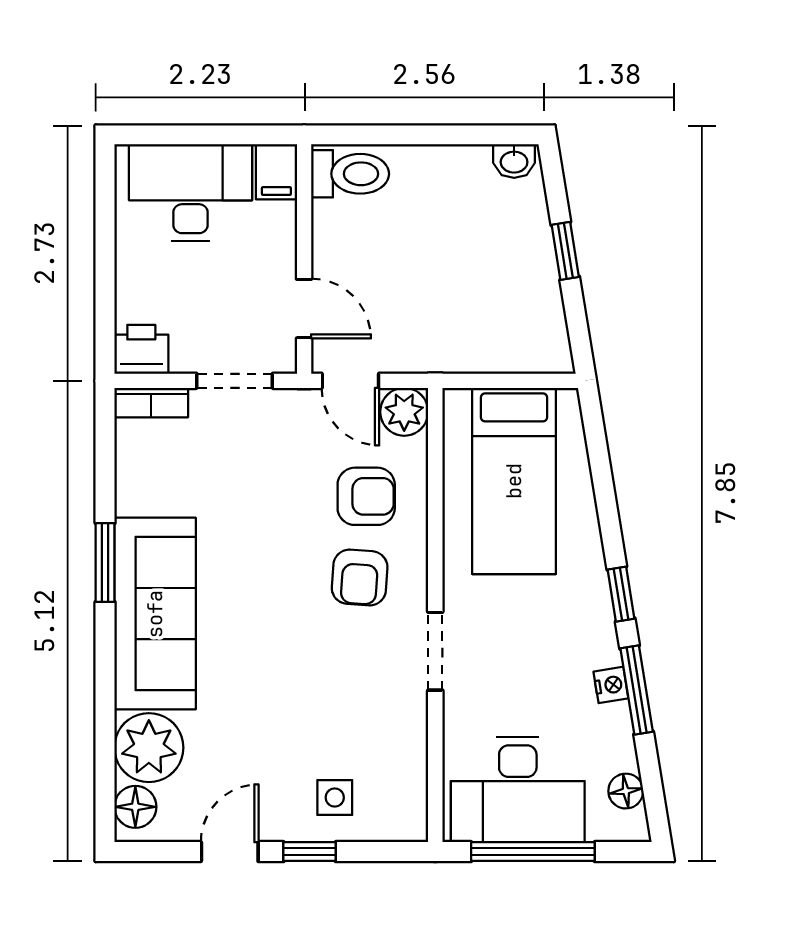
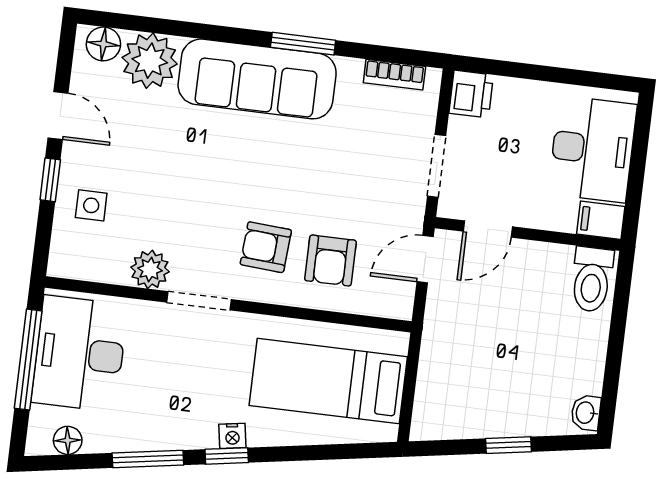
bookcase: (151, 403) -> (394, 75), moved, turned -90
plant: (404, 412) -> (150, 269), moved
nightstand: (611, 685) -> (232, 436), moved

